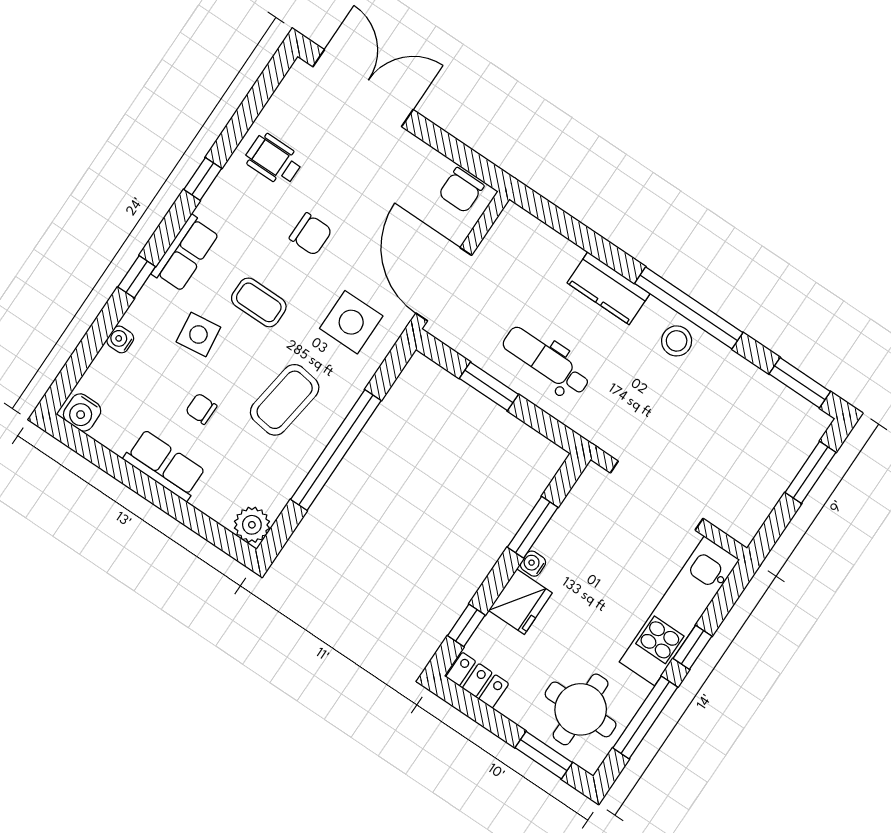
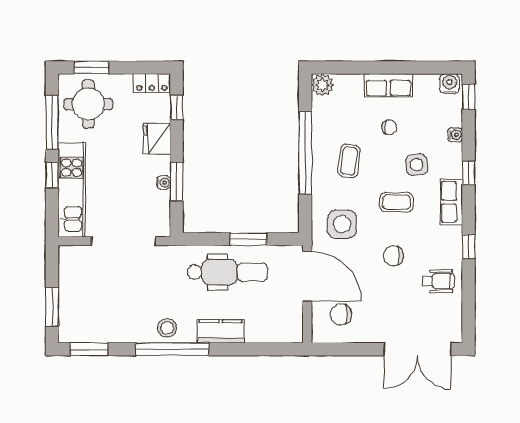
chair: (461, 190) -> (341, 314), moved, turned -90
dental chair: (546, 361) -> (227, 272), width x1.36, depth x1.38
window: (68, 378) -> (469, 97), added
coffee table: (285, 400) -> (349, 161), width x0.73, depth x0.77
water cooler: (533, 564) -> (164, 183), moved

